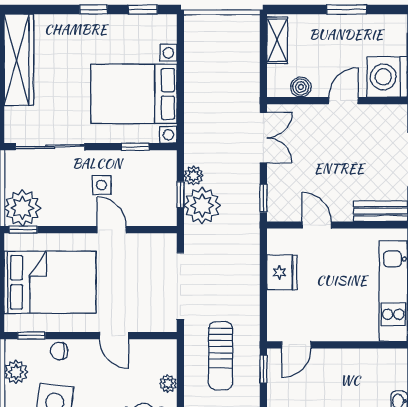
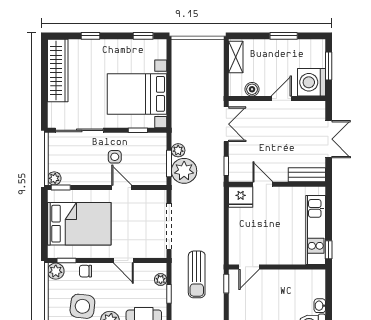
window: (93, 10) -> (91, 36), moved
window: (180, 195) -> (169, 163), width x1.50
plant: (22, 208) -> (54, 178), width x0.53, depth x0.53
fridge: (282, 272) -> (241, 197), moved, turned 90
plant: (16, 372) -> (56, 271), moved
plant: (168, 383) -> (161, 280), moved
window: (180, 384) -> (169, 294), added

